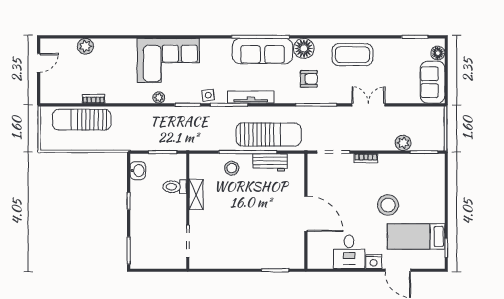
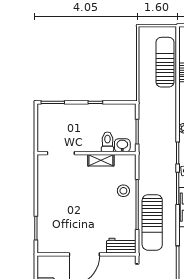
workbench: (270, 162) -> (121, 246), moved, turned 90
washbasin: (138, 171) -> (122, 145), moved, turned 180

